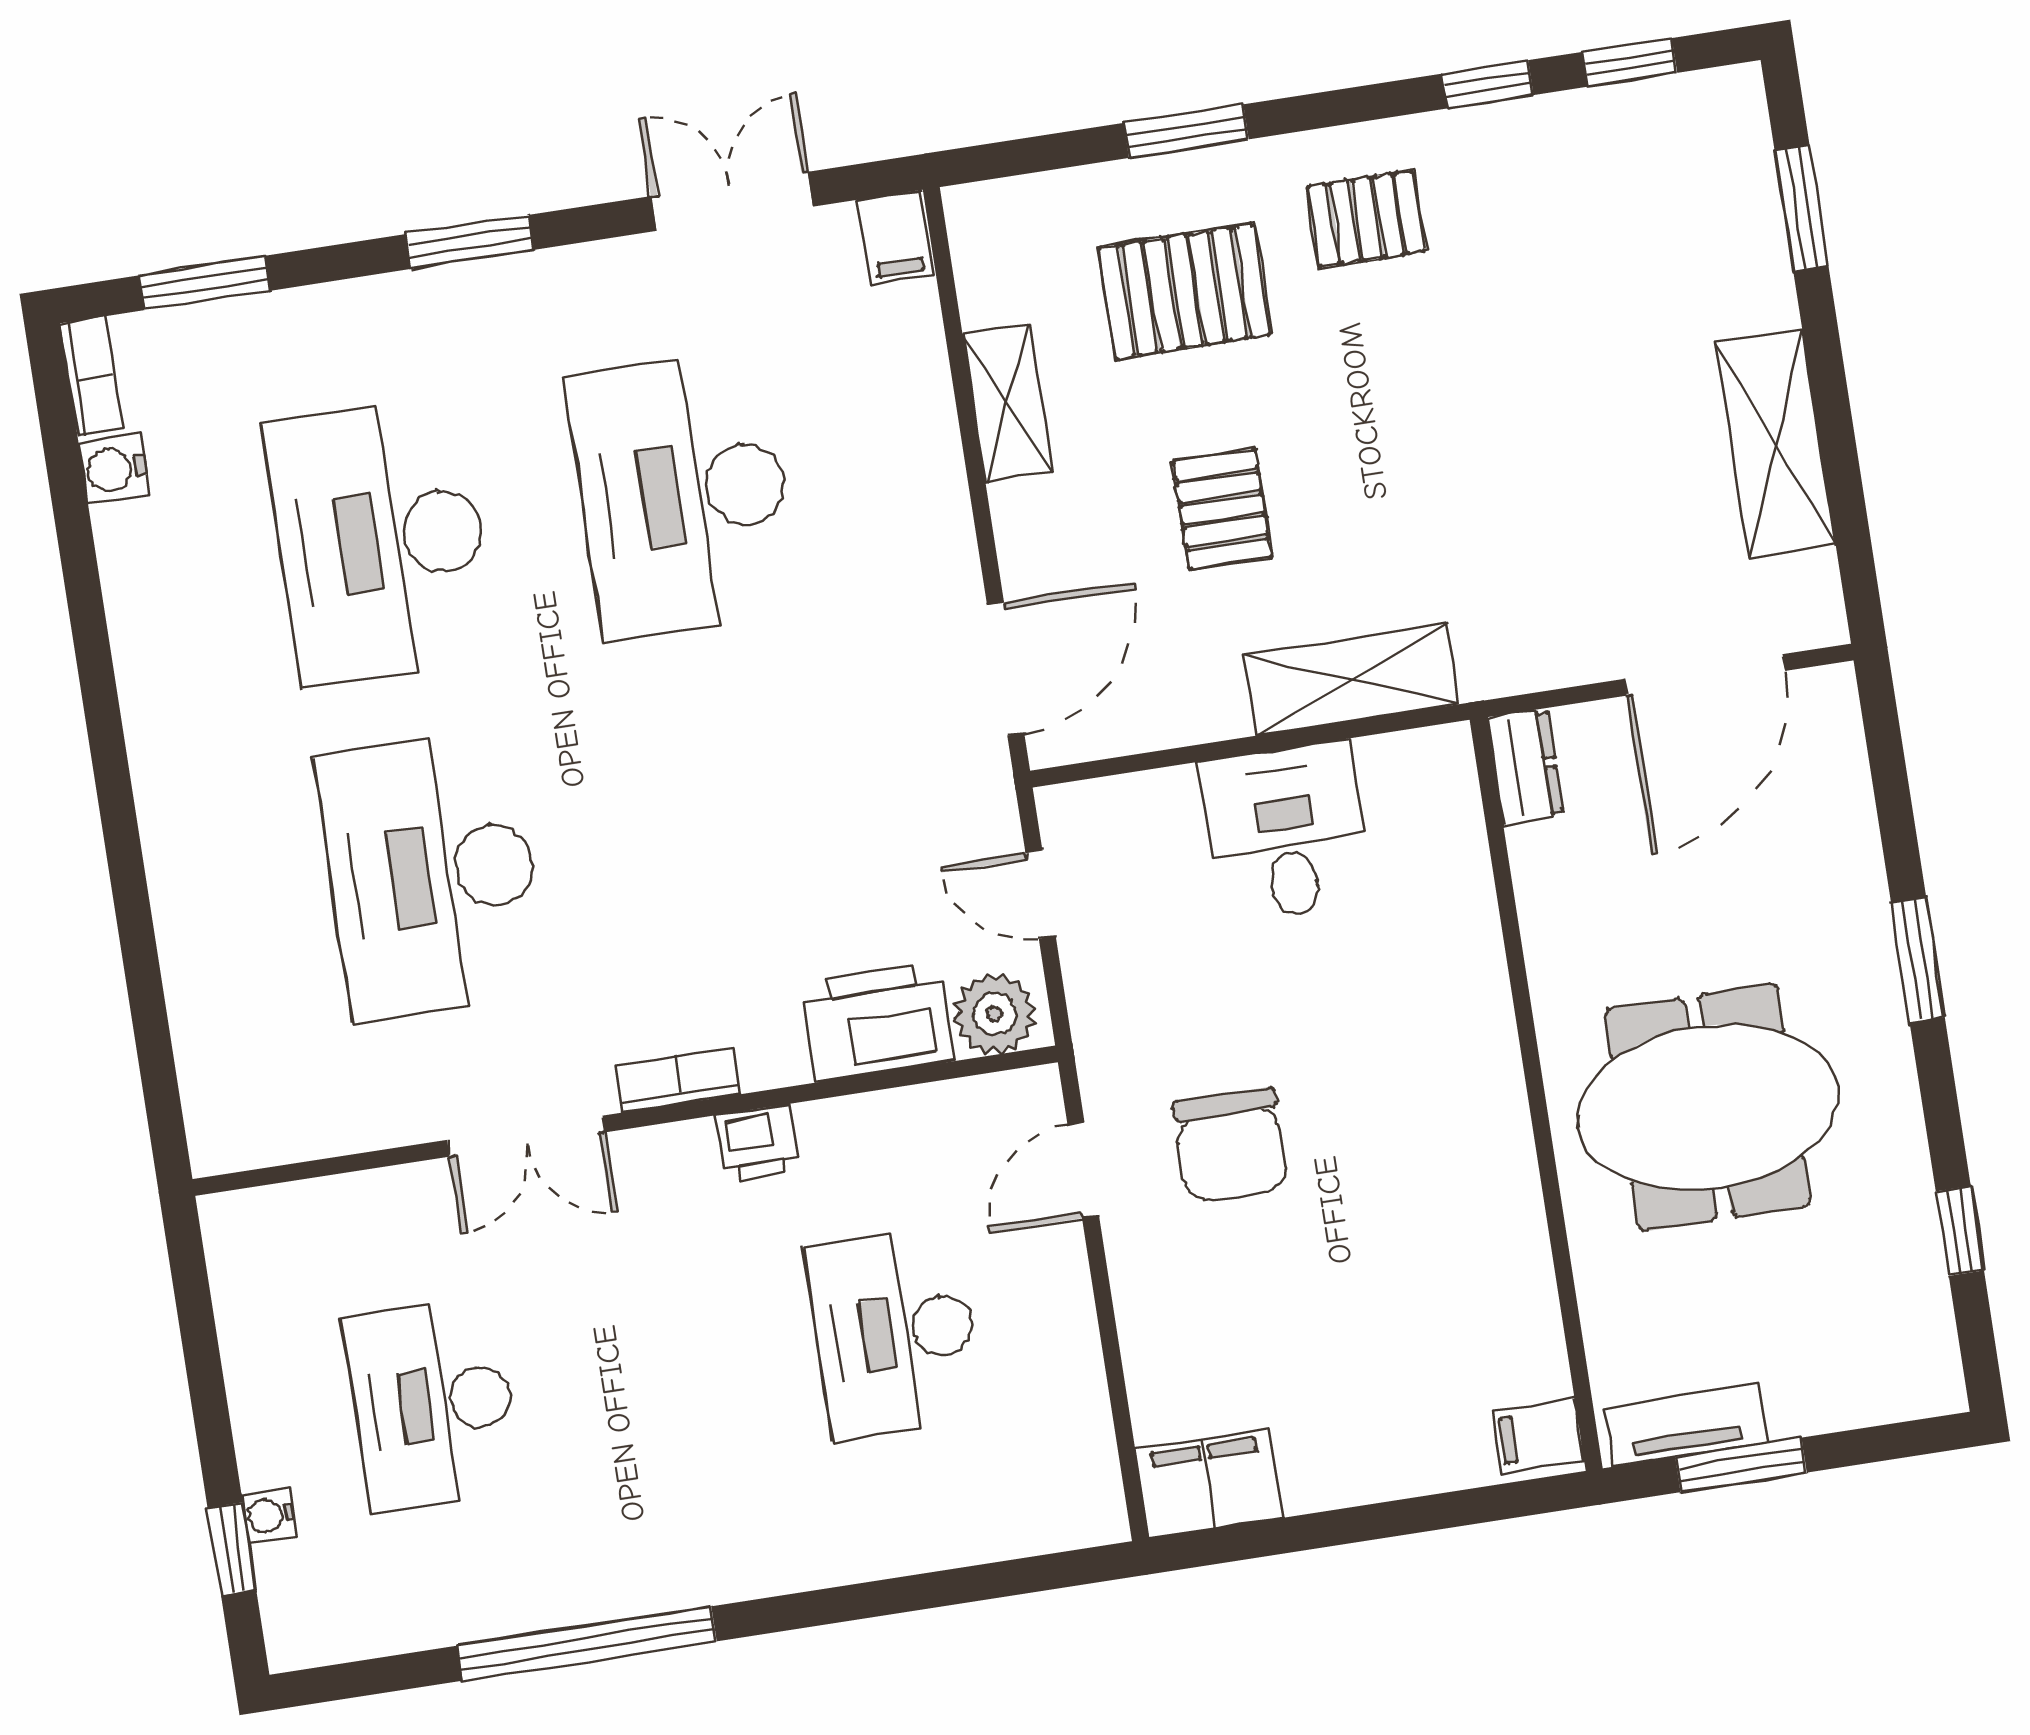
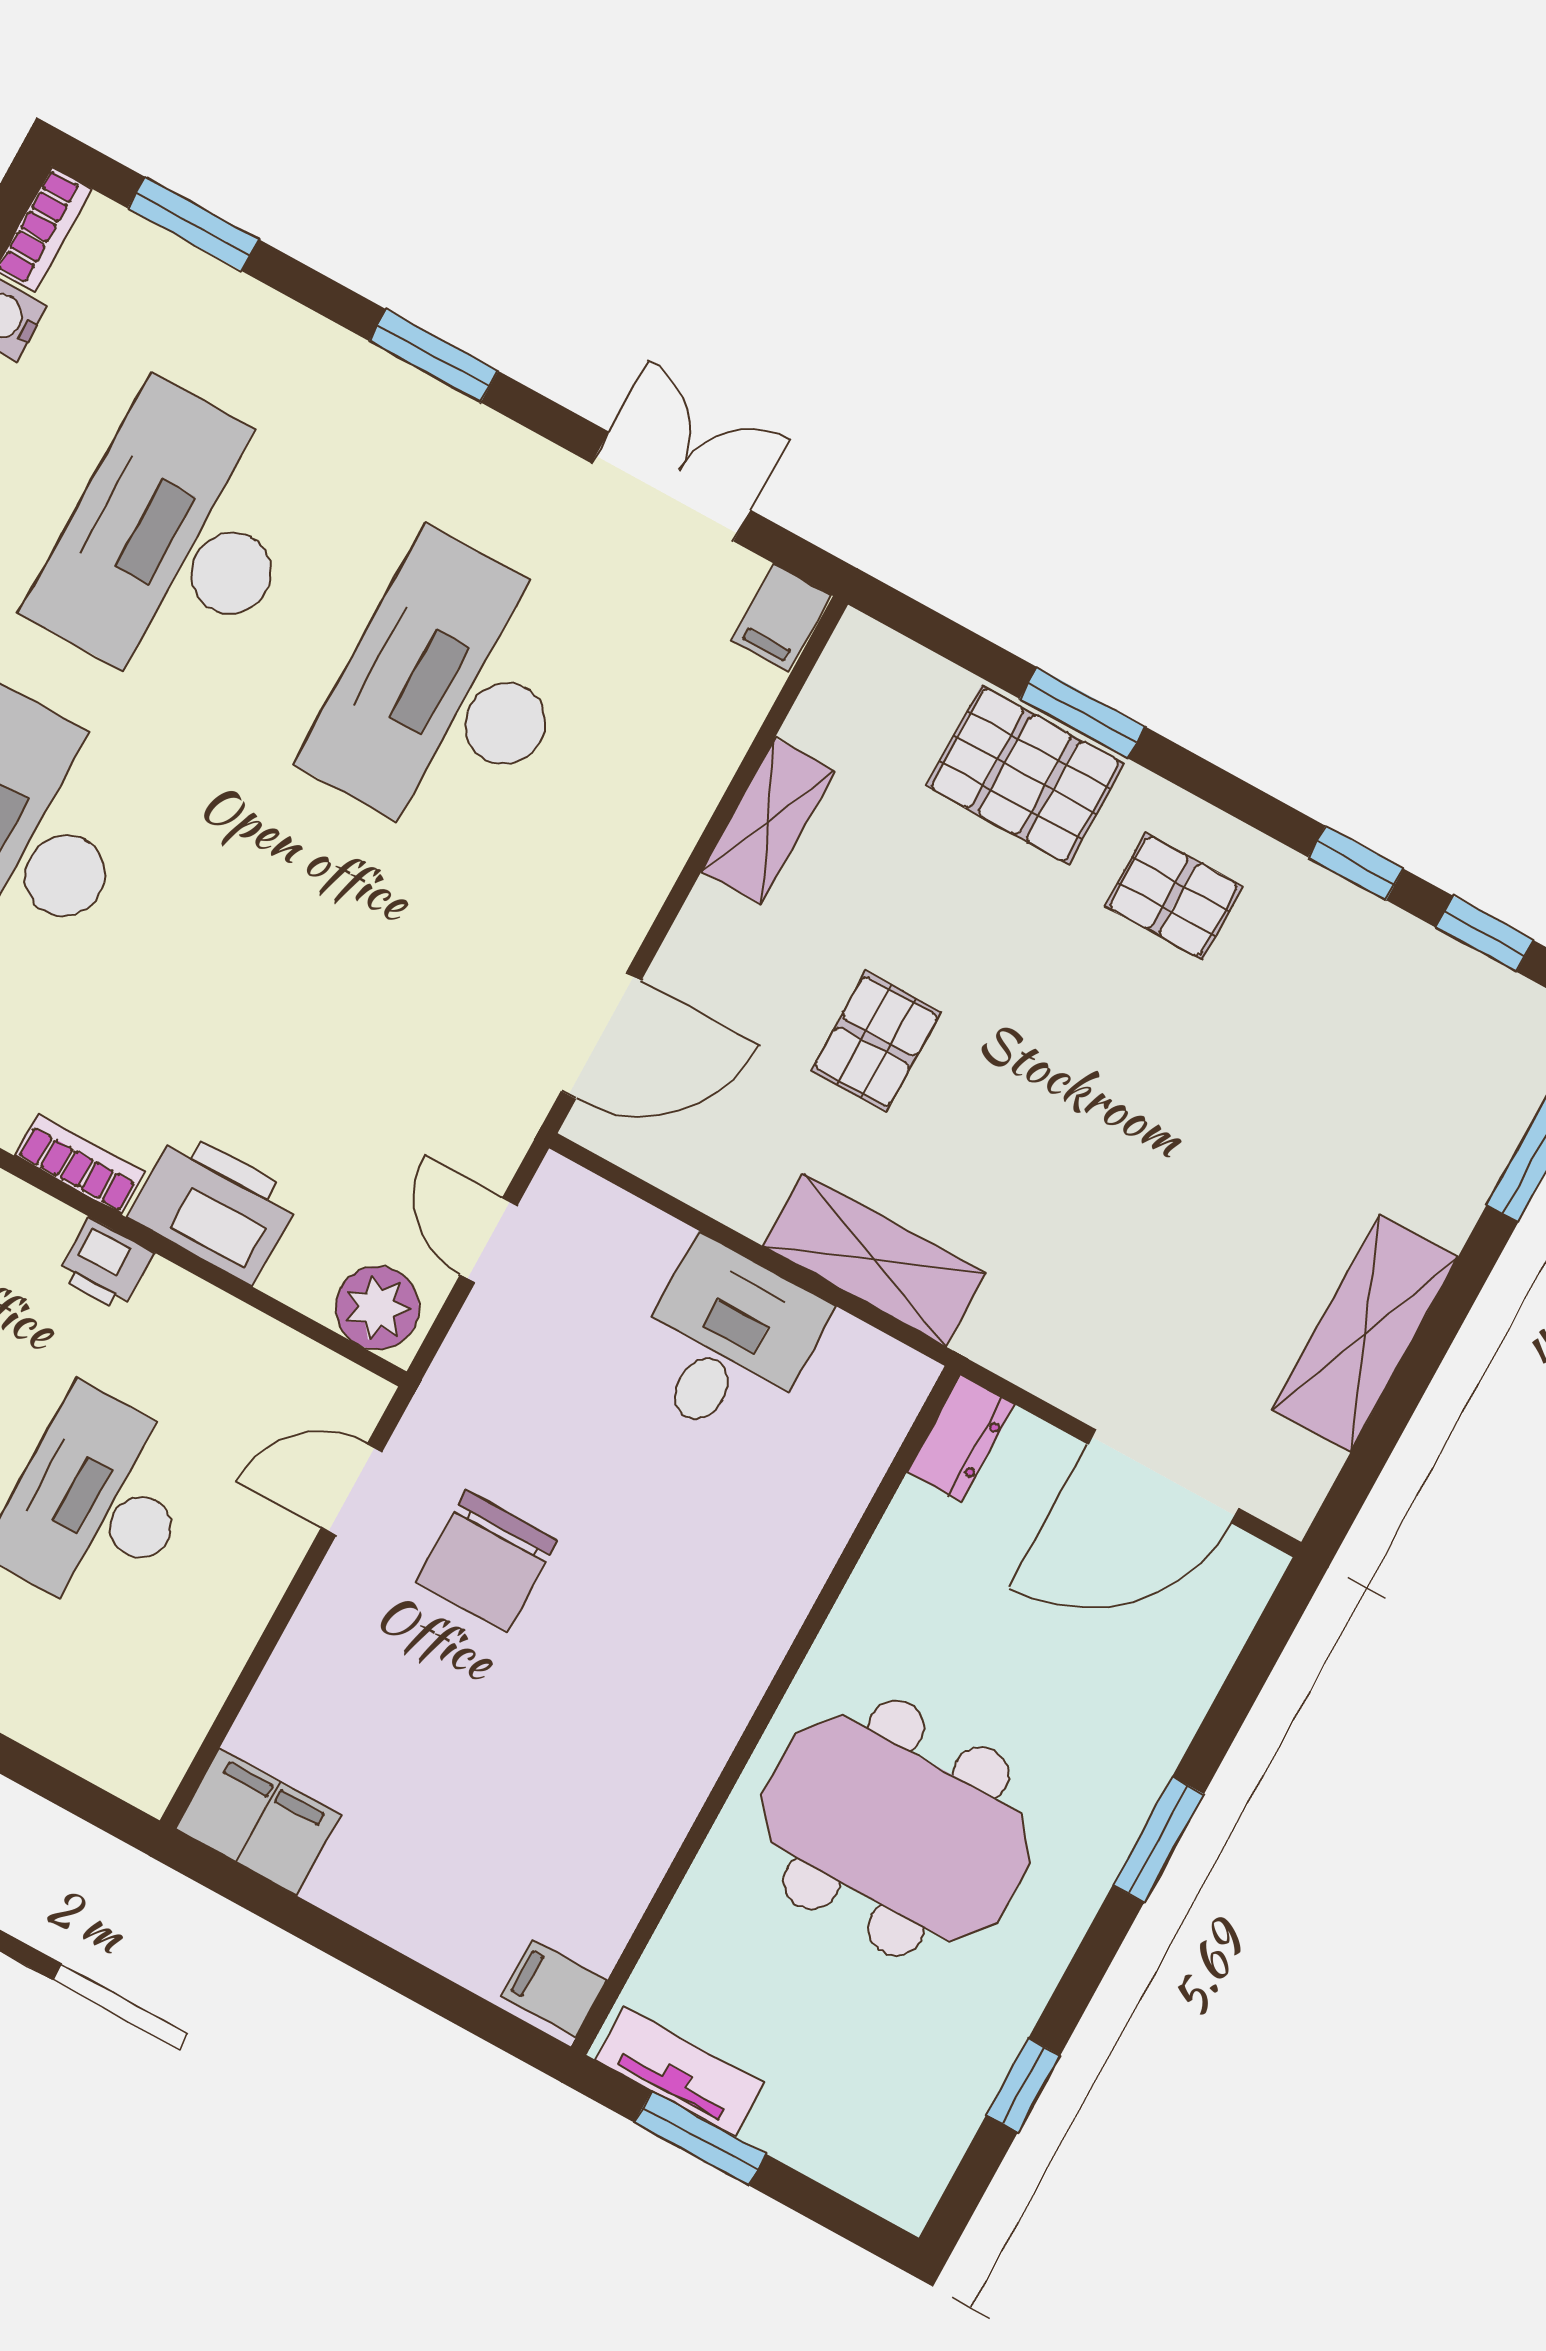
pallet: (1185, 291) -> (1025, 775), moved
printer: (878, 1022) -> (215, 1207), moved

